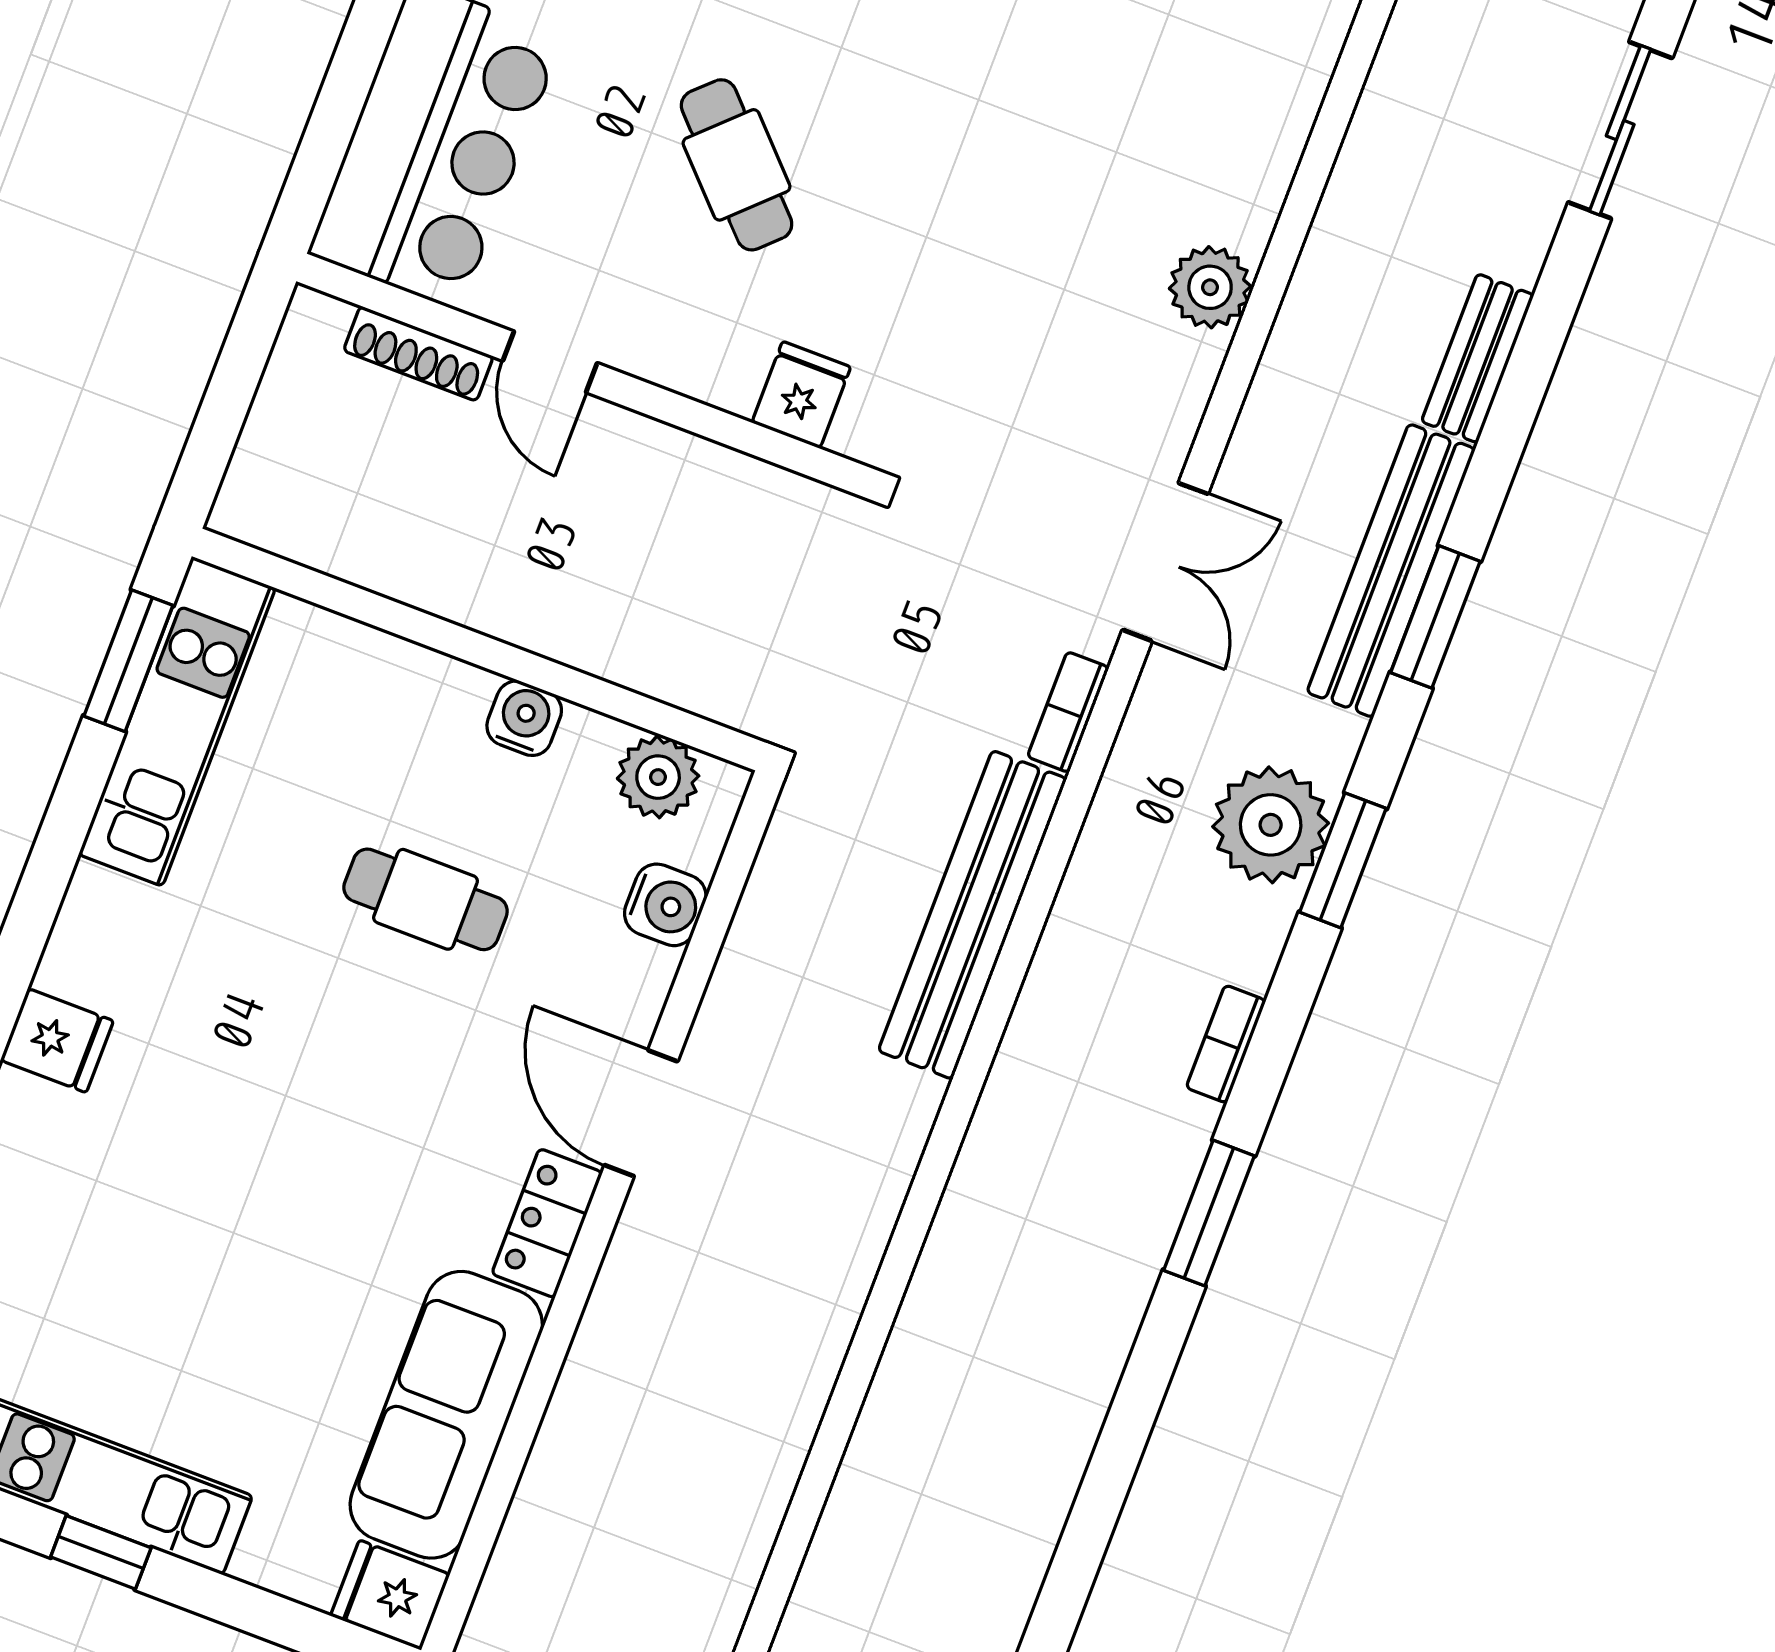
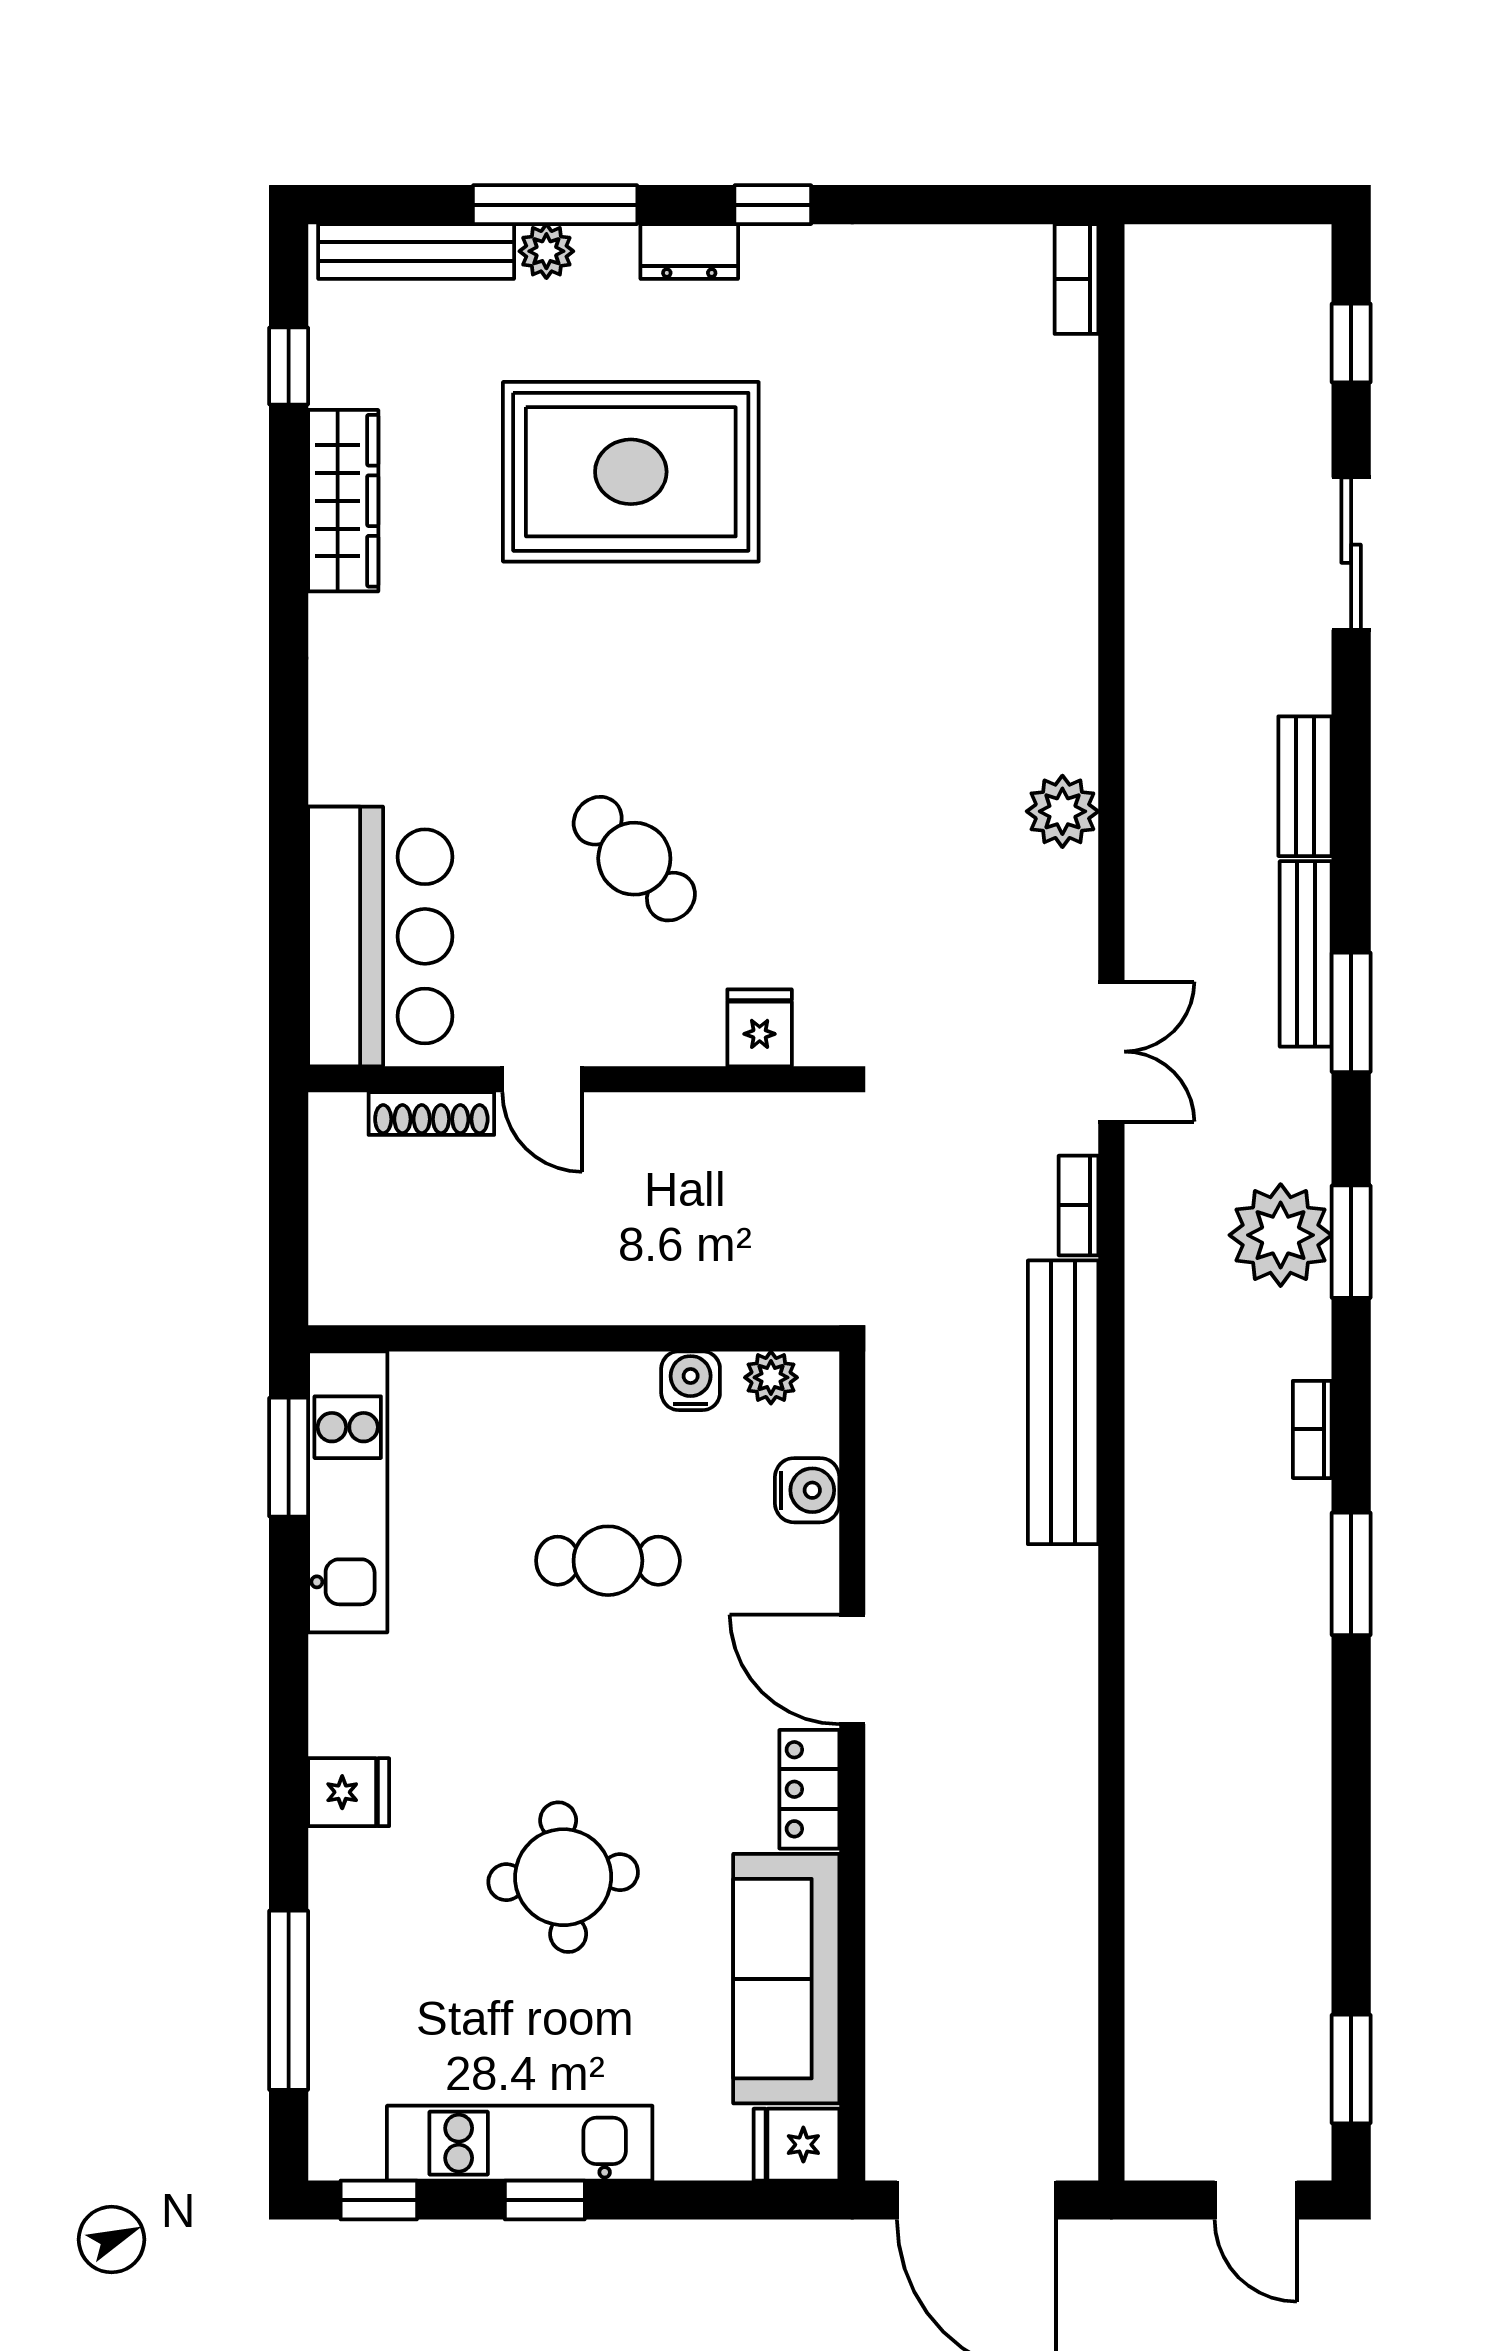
bench: (1391, 571) -> (1306, 954), width x0.73, depth x0.82
water cooler: (524, 718) -> (691, 1381), moved
plant: (658, 777) -> (771, 1377), width x0.73, depth x0.73
round table: (250, 1217) -> (563, 1877), added

